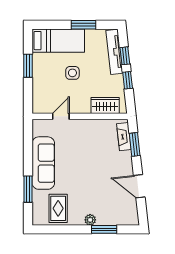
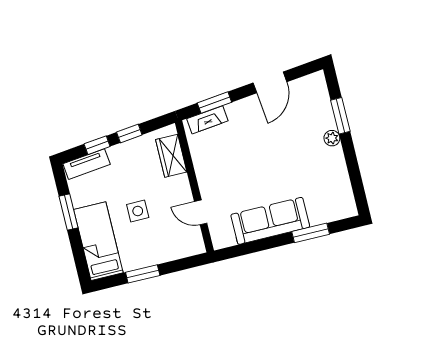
tv unit: (114, 52) -> (87, 164), width x0.71
rug: (58, 208) -> (327, 186), removed

